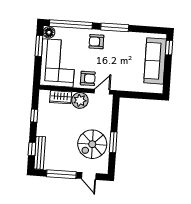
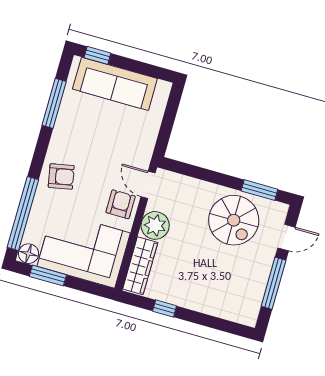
window: (115, 27) -> (54, 103), moved
armchair: (96, 42) -> (61, 176), turned -101
wardrobe: (61, 97) -> (140, 266), width x1.50
window: (113, 142) -> (259, 190), moved
window: (32, 149) -> (220, 324), removed
bench: (40, 153) -> (230, 313), removed

